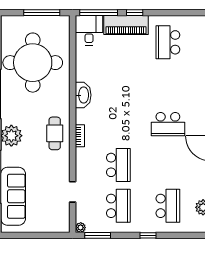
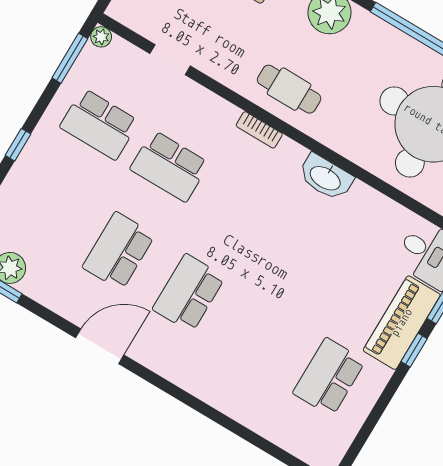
school desk: (168, 42) -> (329, 377), turned -90
school desk: (168, 206) -> (119, 251), moved, turned 90

